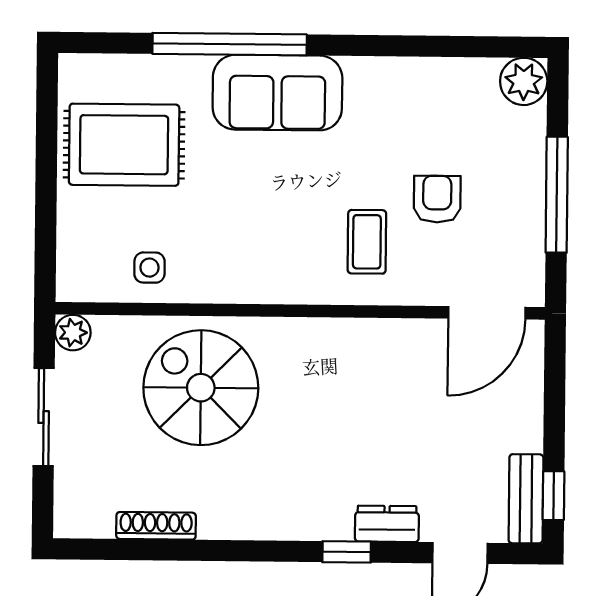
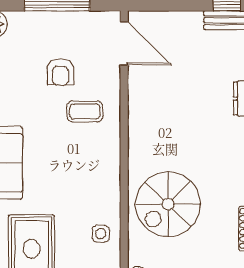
armchair: (437, 199) -> (60, 72), turned -90

